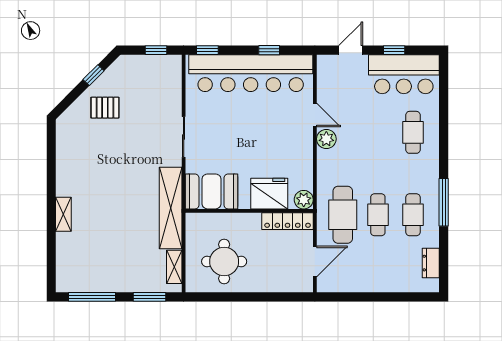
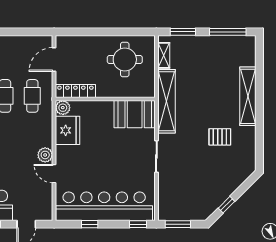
window: (156, 50) -> (178, 224), width x1.50
pallet: (105, 108) -> (220, 137), moved
fridge: (269, 194) -> (68, 130), moved, turned -90
shelving: (63, 214) -> (248, 96), width x2.20, depth x1.33
cafe table: (343, 215) -> (32, 96), width x0.73, depth x0.74

